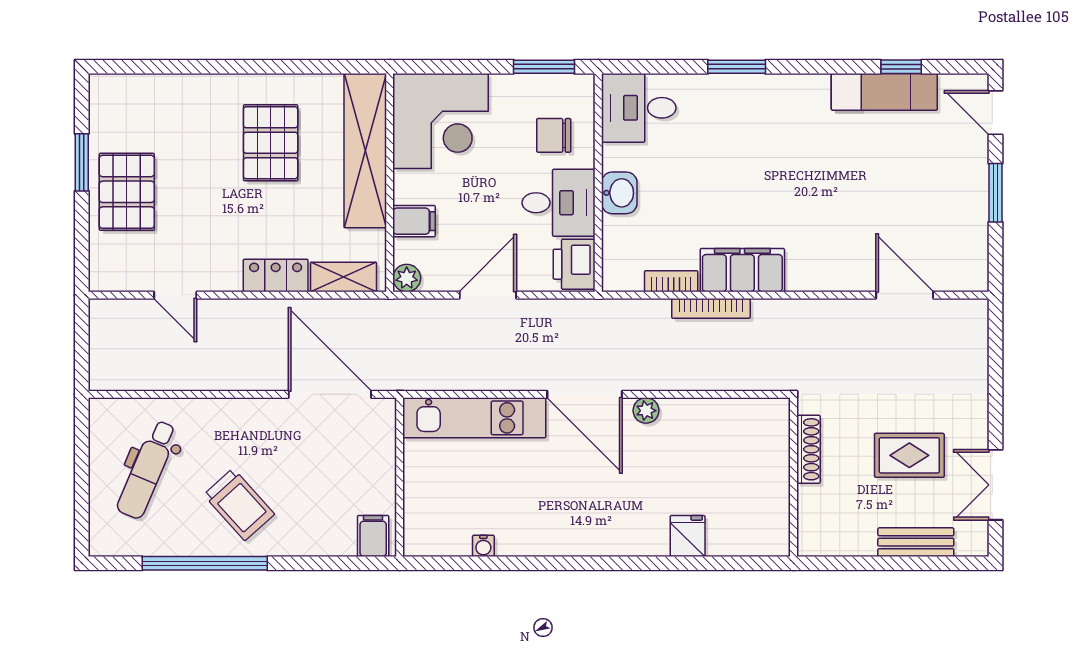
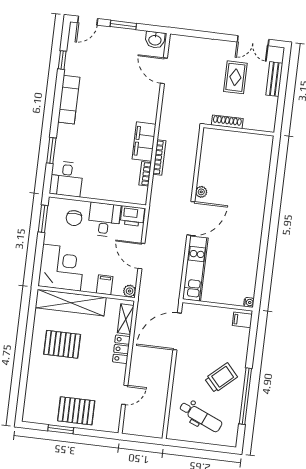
window: (737, 67) -> (51, 150), moved
exam couch: (884, 92) -> (69, 100), moved
washbasin: (619, 193) -> (155, 40), moved, turned 180
door: (905, 295) -> (164, 71), hinge flipped
fridge: (688, 536) -> (259, 180), removed
water cooler: (483, 546) -> (249, 302), moved

